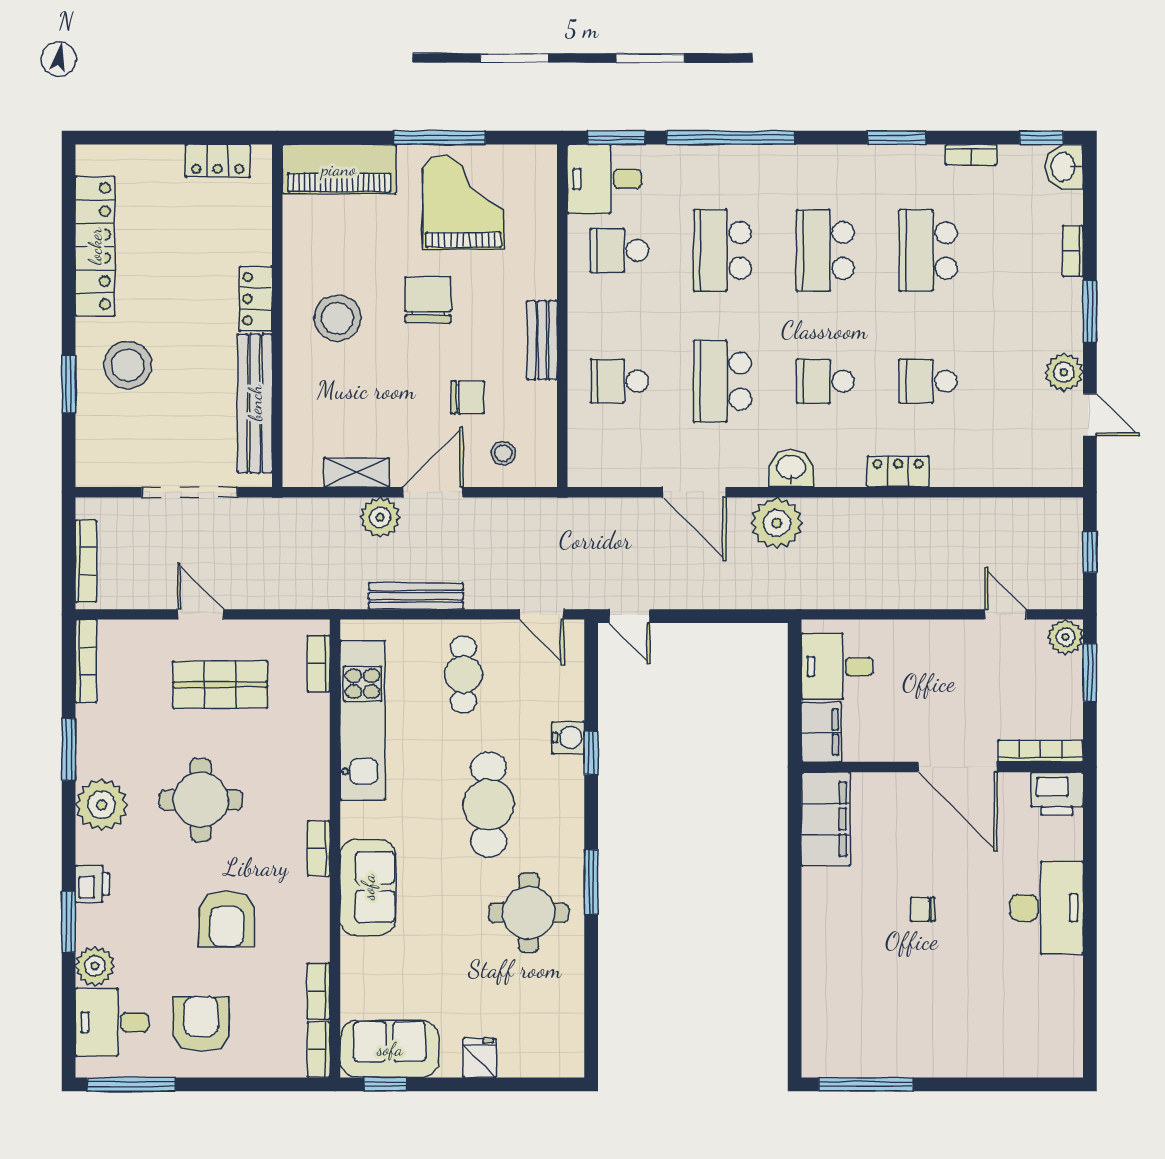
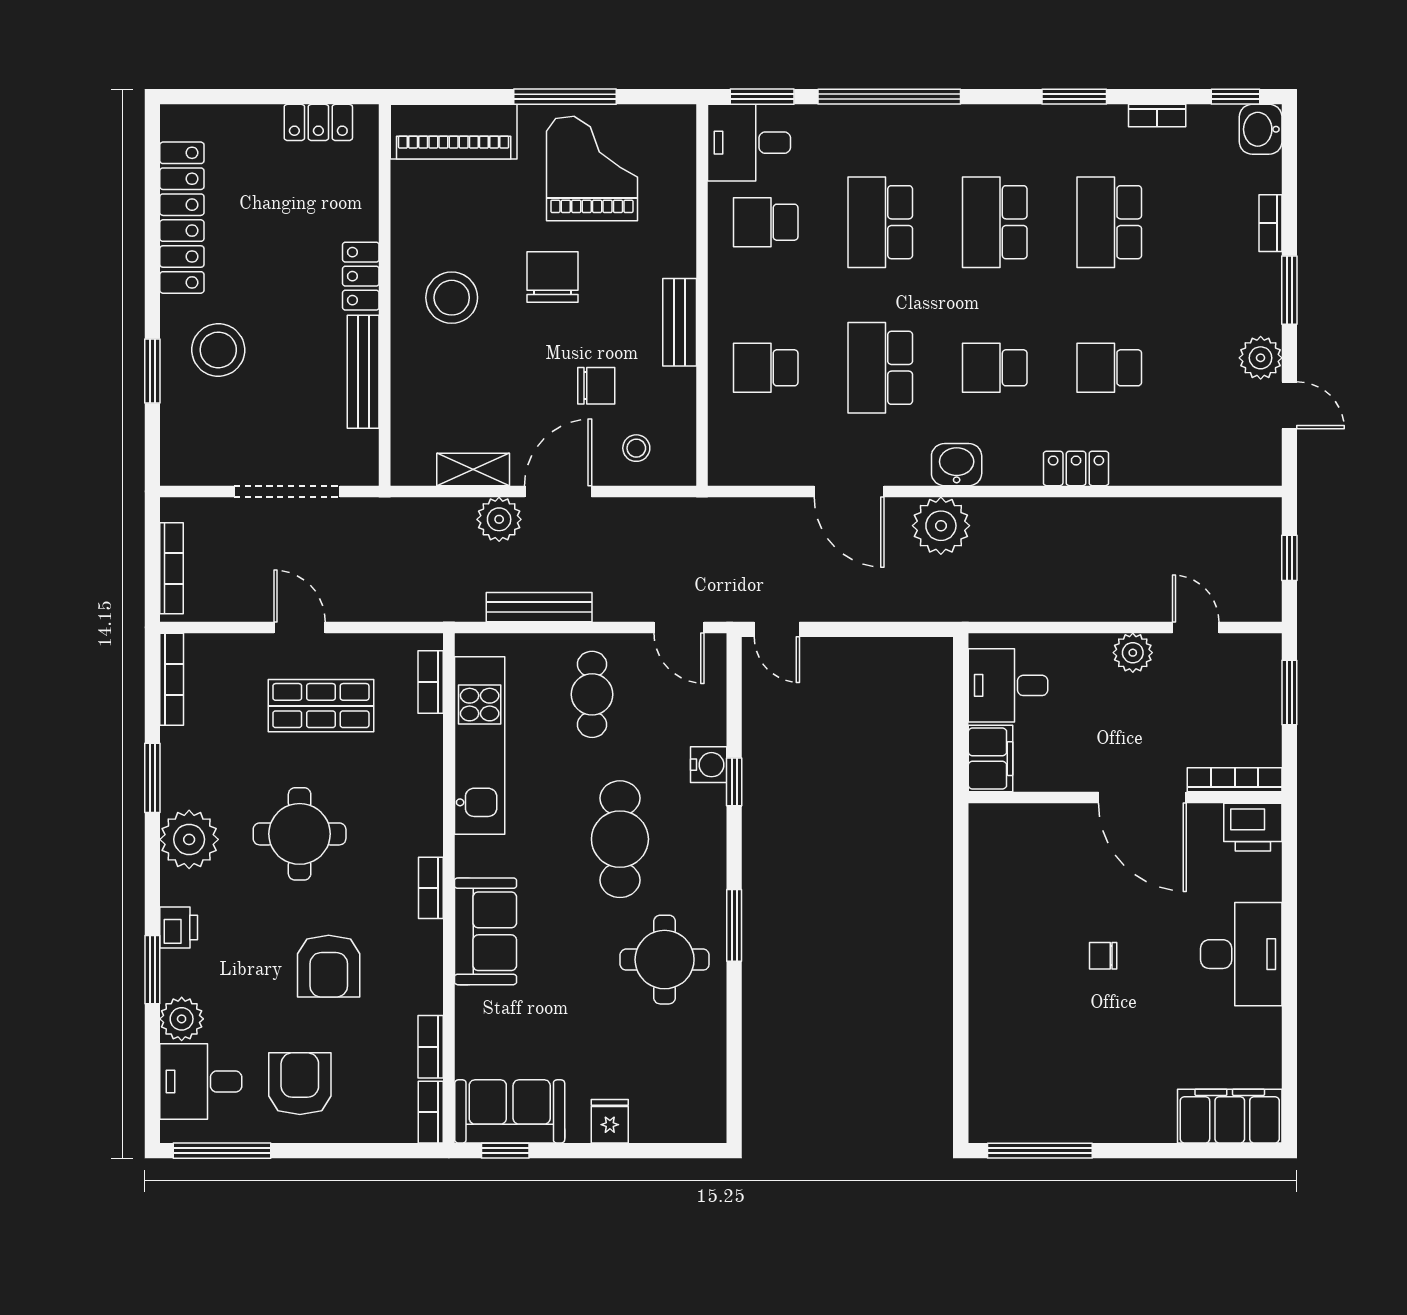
bench: (255, 403) -> (363, 372), width x0.73, depth x0.82
plant: (1066, 637) -> (1133, 653), moved
filing cabinet: (826, 819) -> (1230, 1116), moved, turned -90

